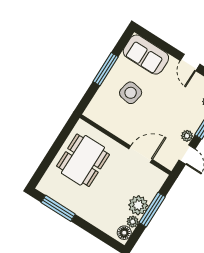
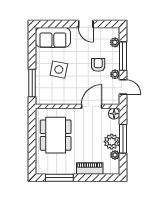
window: (106, 69) -> (32, 83), moved
armchair: (176, 114) -> (98, 65), added
piano: (97, 219) -> (90, 168), added
floor lamp: (124, 233) -> (114, 114), moved

